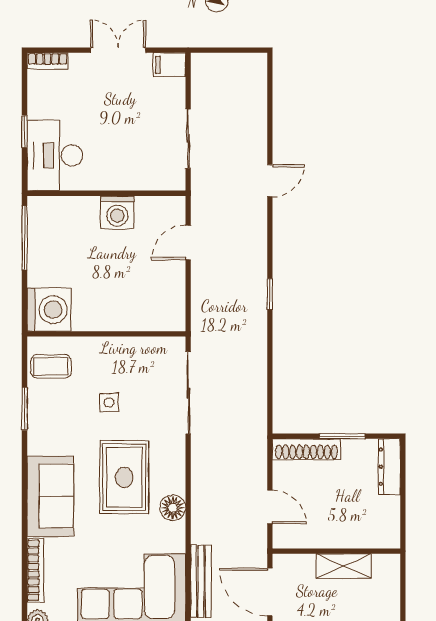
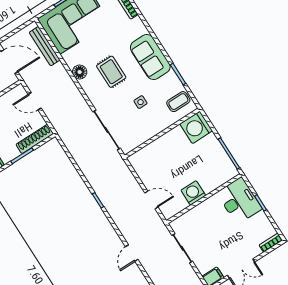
door: (188, 242) -> (151, 200), hinge flipped
rug: (124, 477) -> (111, 72), width x0.73, depth x0.70
sofa: (50, 496) -> (150, 57), moved

